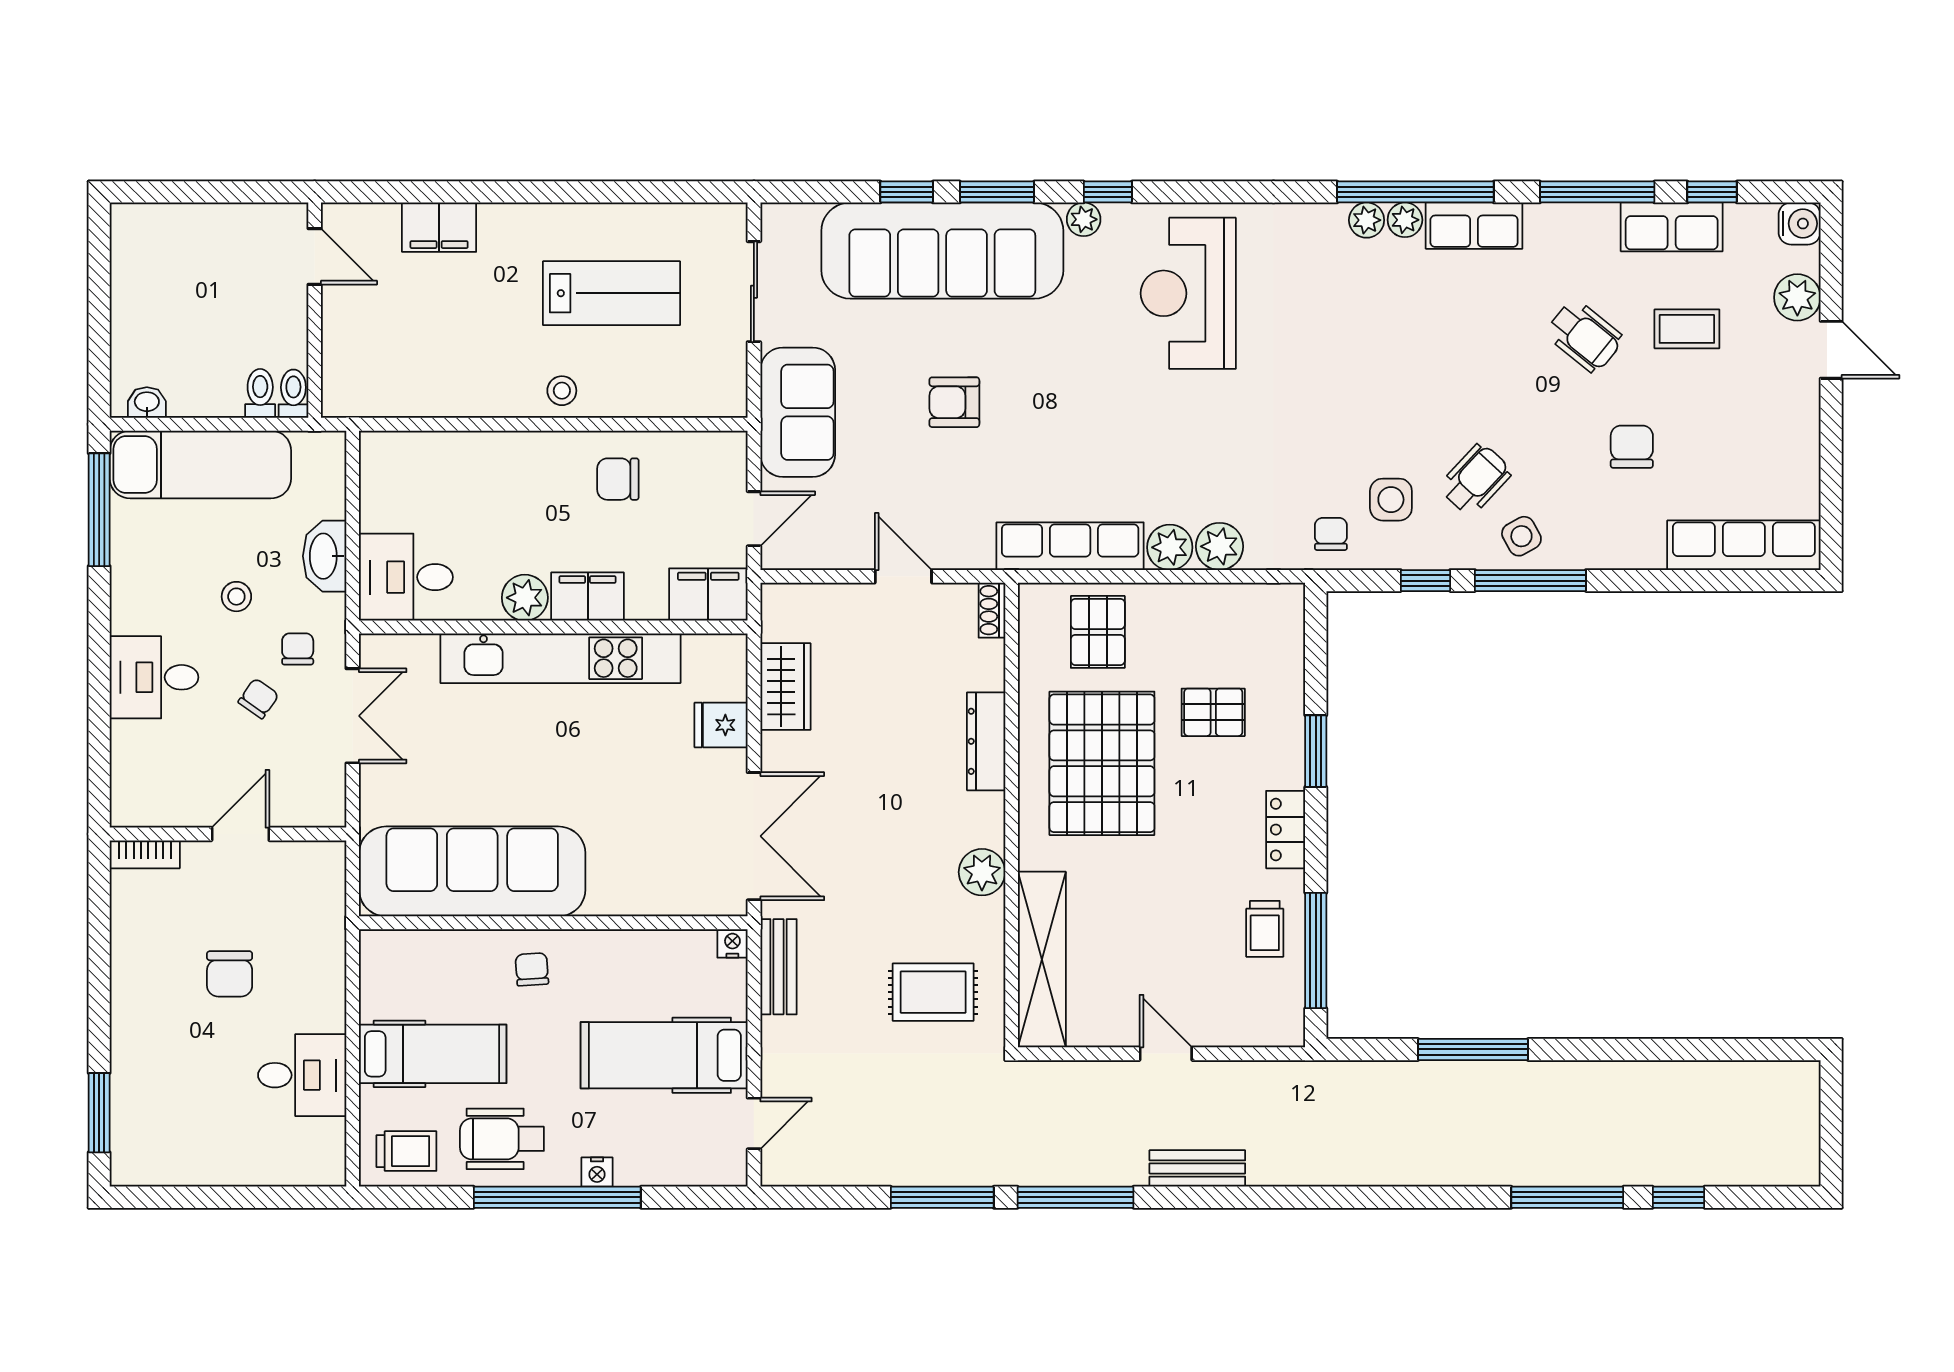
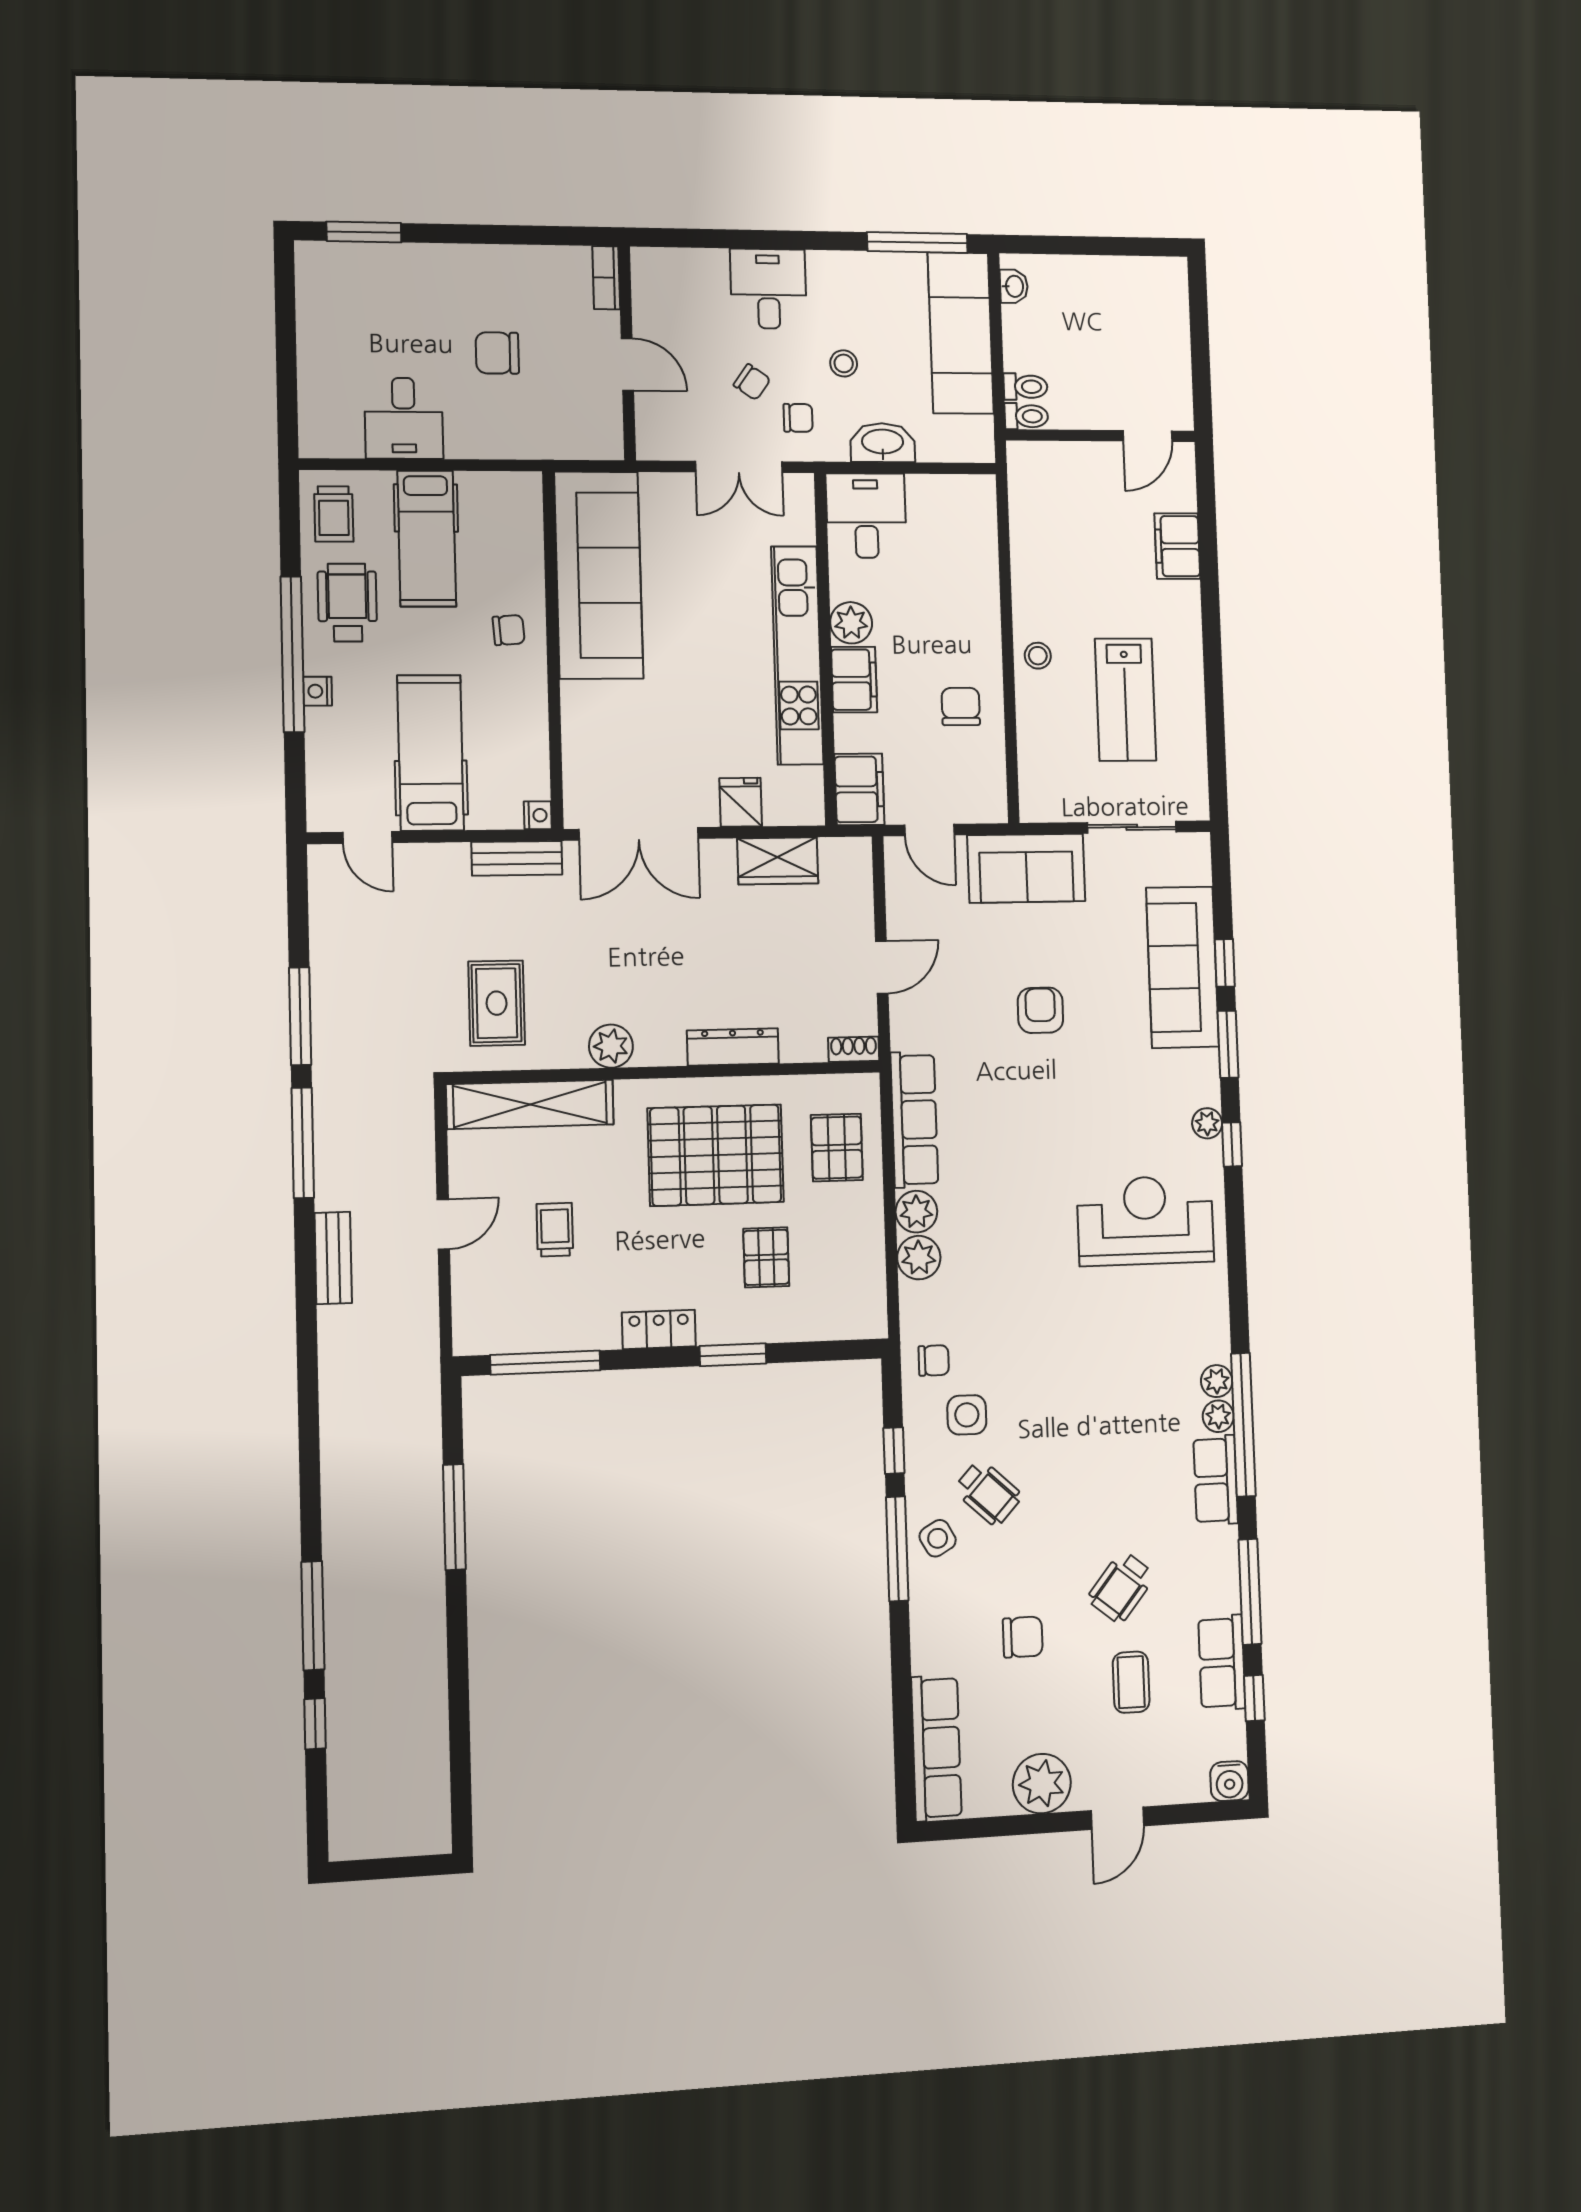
sofa: (942, 251) -> (1182, 967), width x0.74, depth x0.79
plant: (1797, 297) -> (1042, 1784), moved, width x1.36, depth x1.36
pallet: (1098, 632) -> (837, 1148), turned 90
trolley: (1265, 929) -> (555, 1230), moved, turned 90

